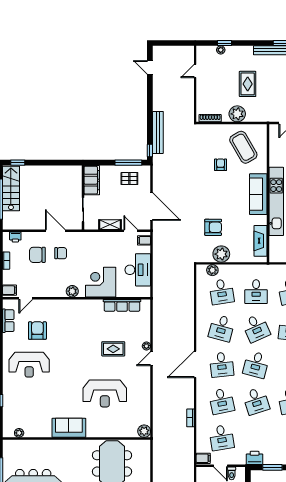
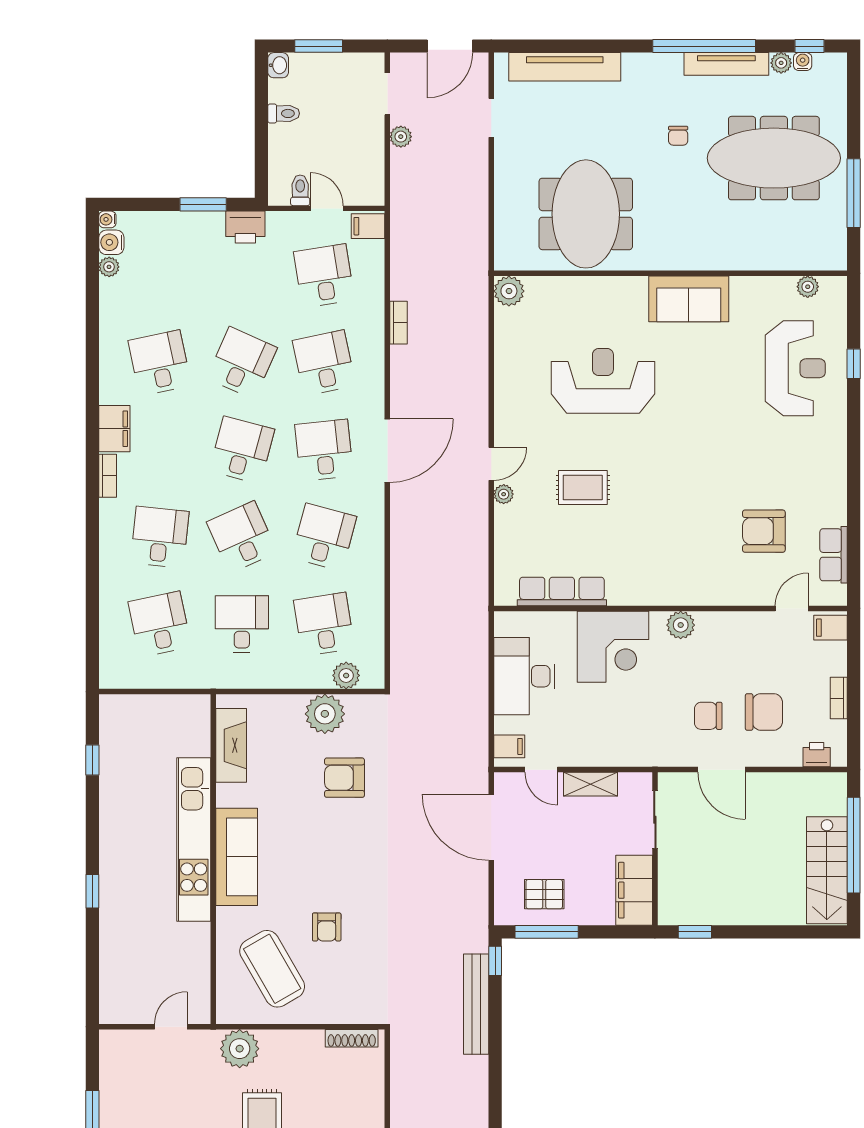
plant: (237, 114) -> (240, 1049), moved
window: (18, 163) -> (695, 932), moved
armchair: (37, 331) -> (764, 531), turned 90
reception desk: (29, 365) -> (795, 368), moved, turned 90
desk: (256, 401) -> (242, 363), turned 42

